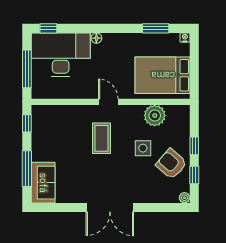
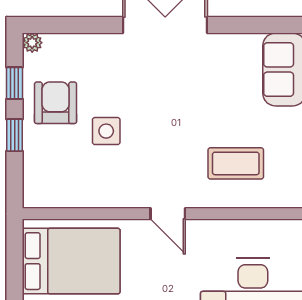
plant: (155, 115) -> (85, 189), removed
coffee table: (101, 138) -> (236, 163), moved, turned 90
armchair: (171, 164) -> (56, 103), turned -131

